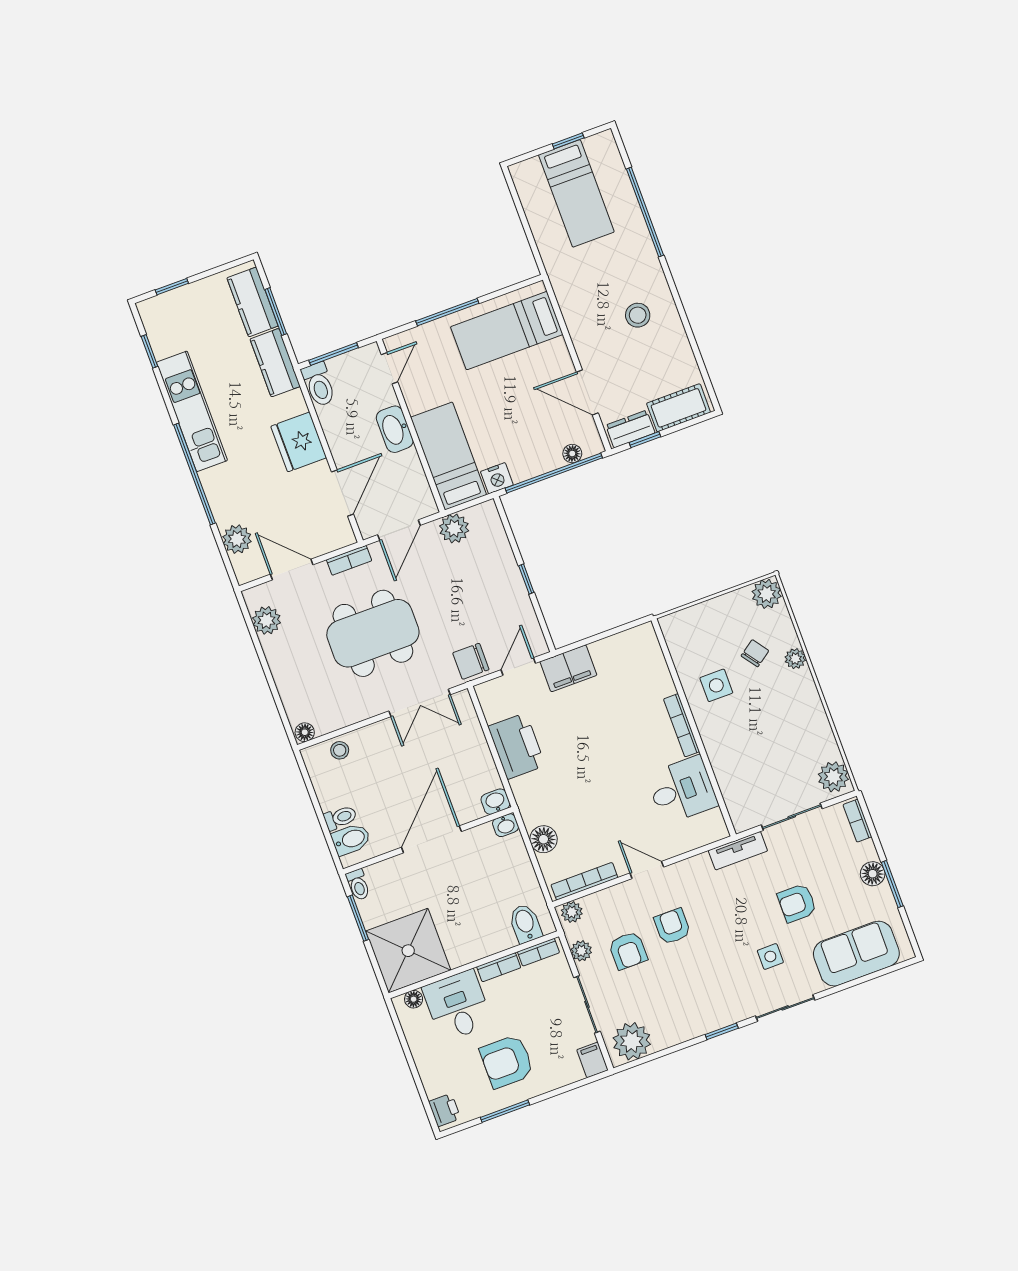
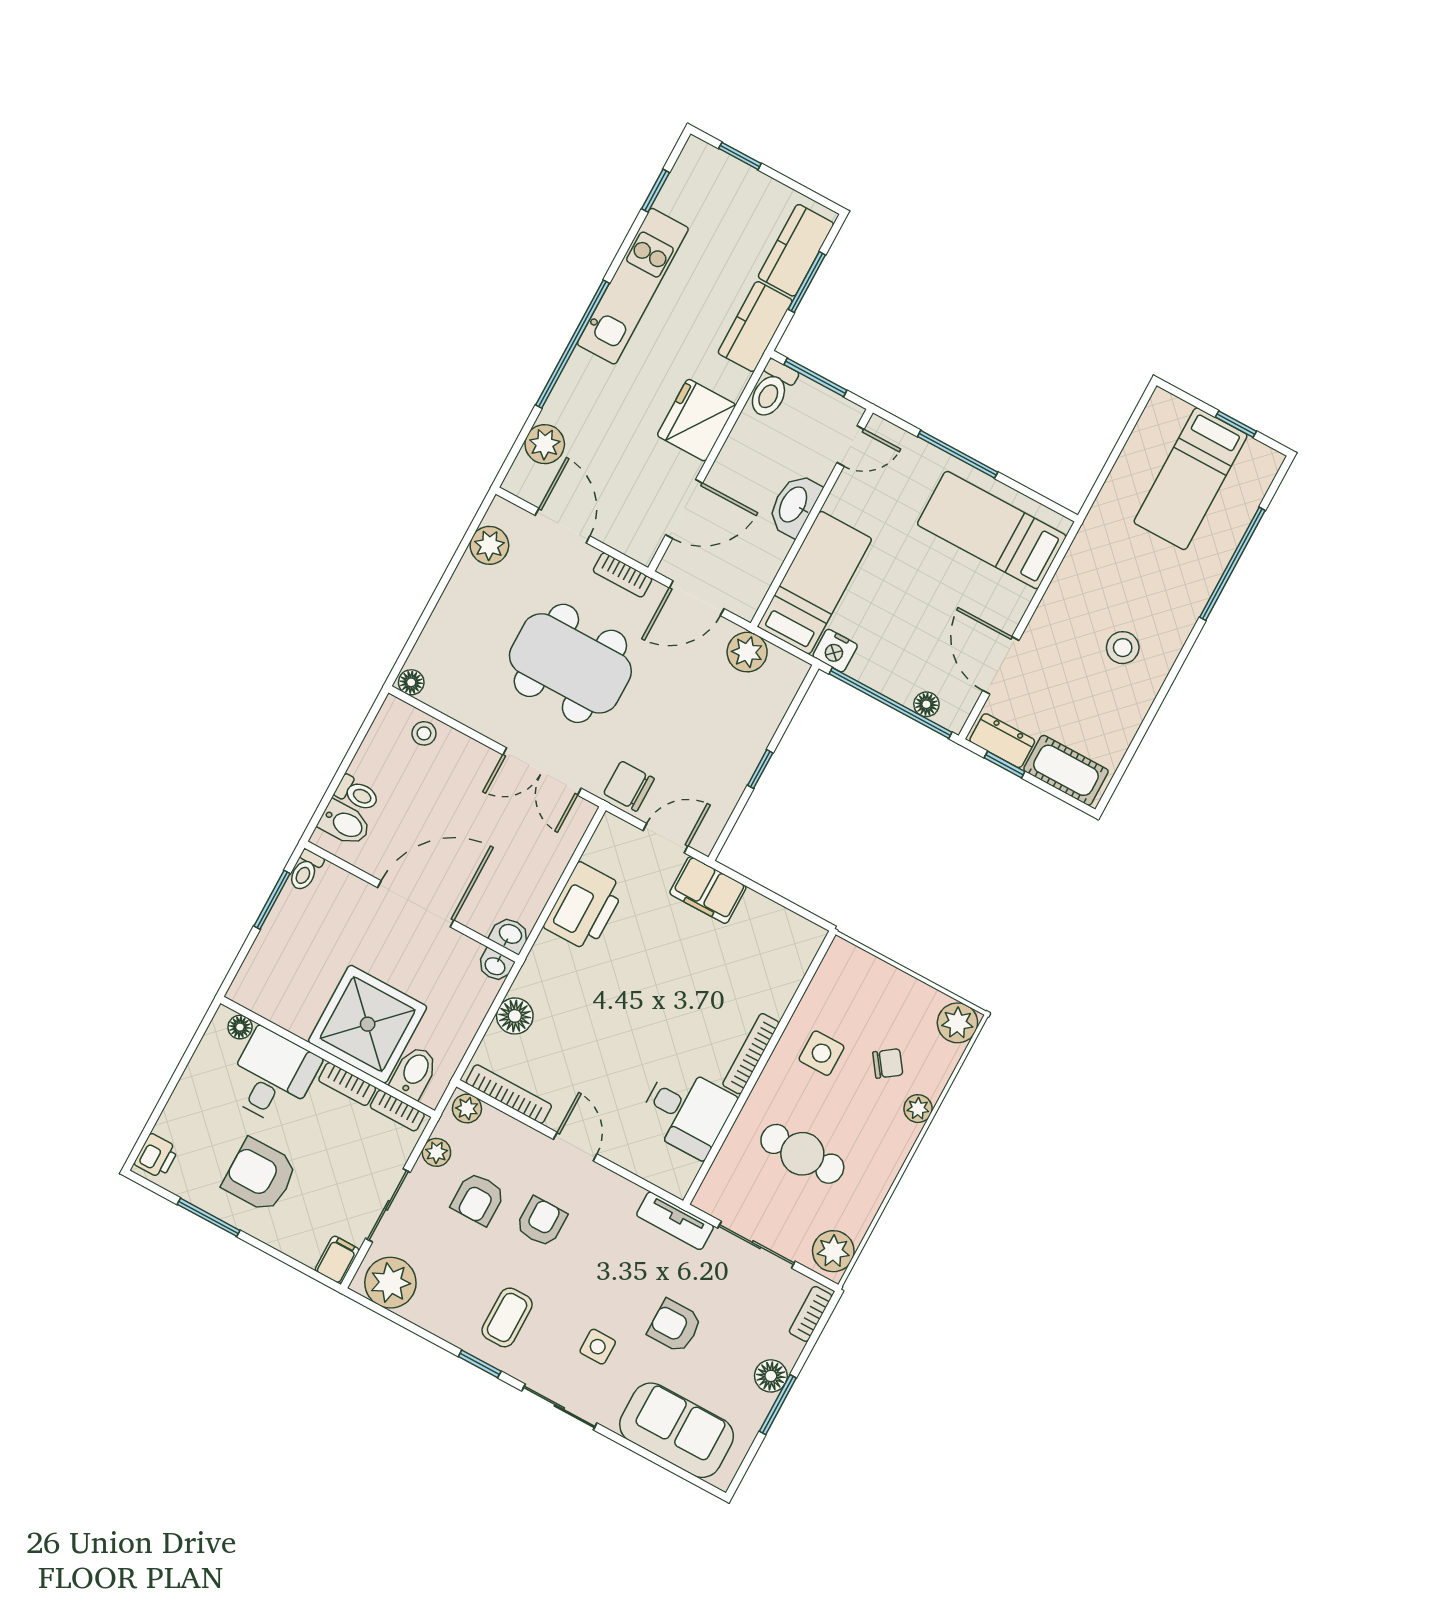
cafe table: (763, 746) -> (802, 1154), added
shower: (408, 951) -> (368, 1024), moved
coffee table: (709, 993) -> (507, 1317), added

